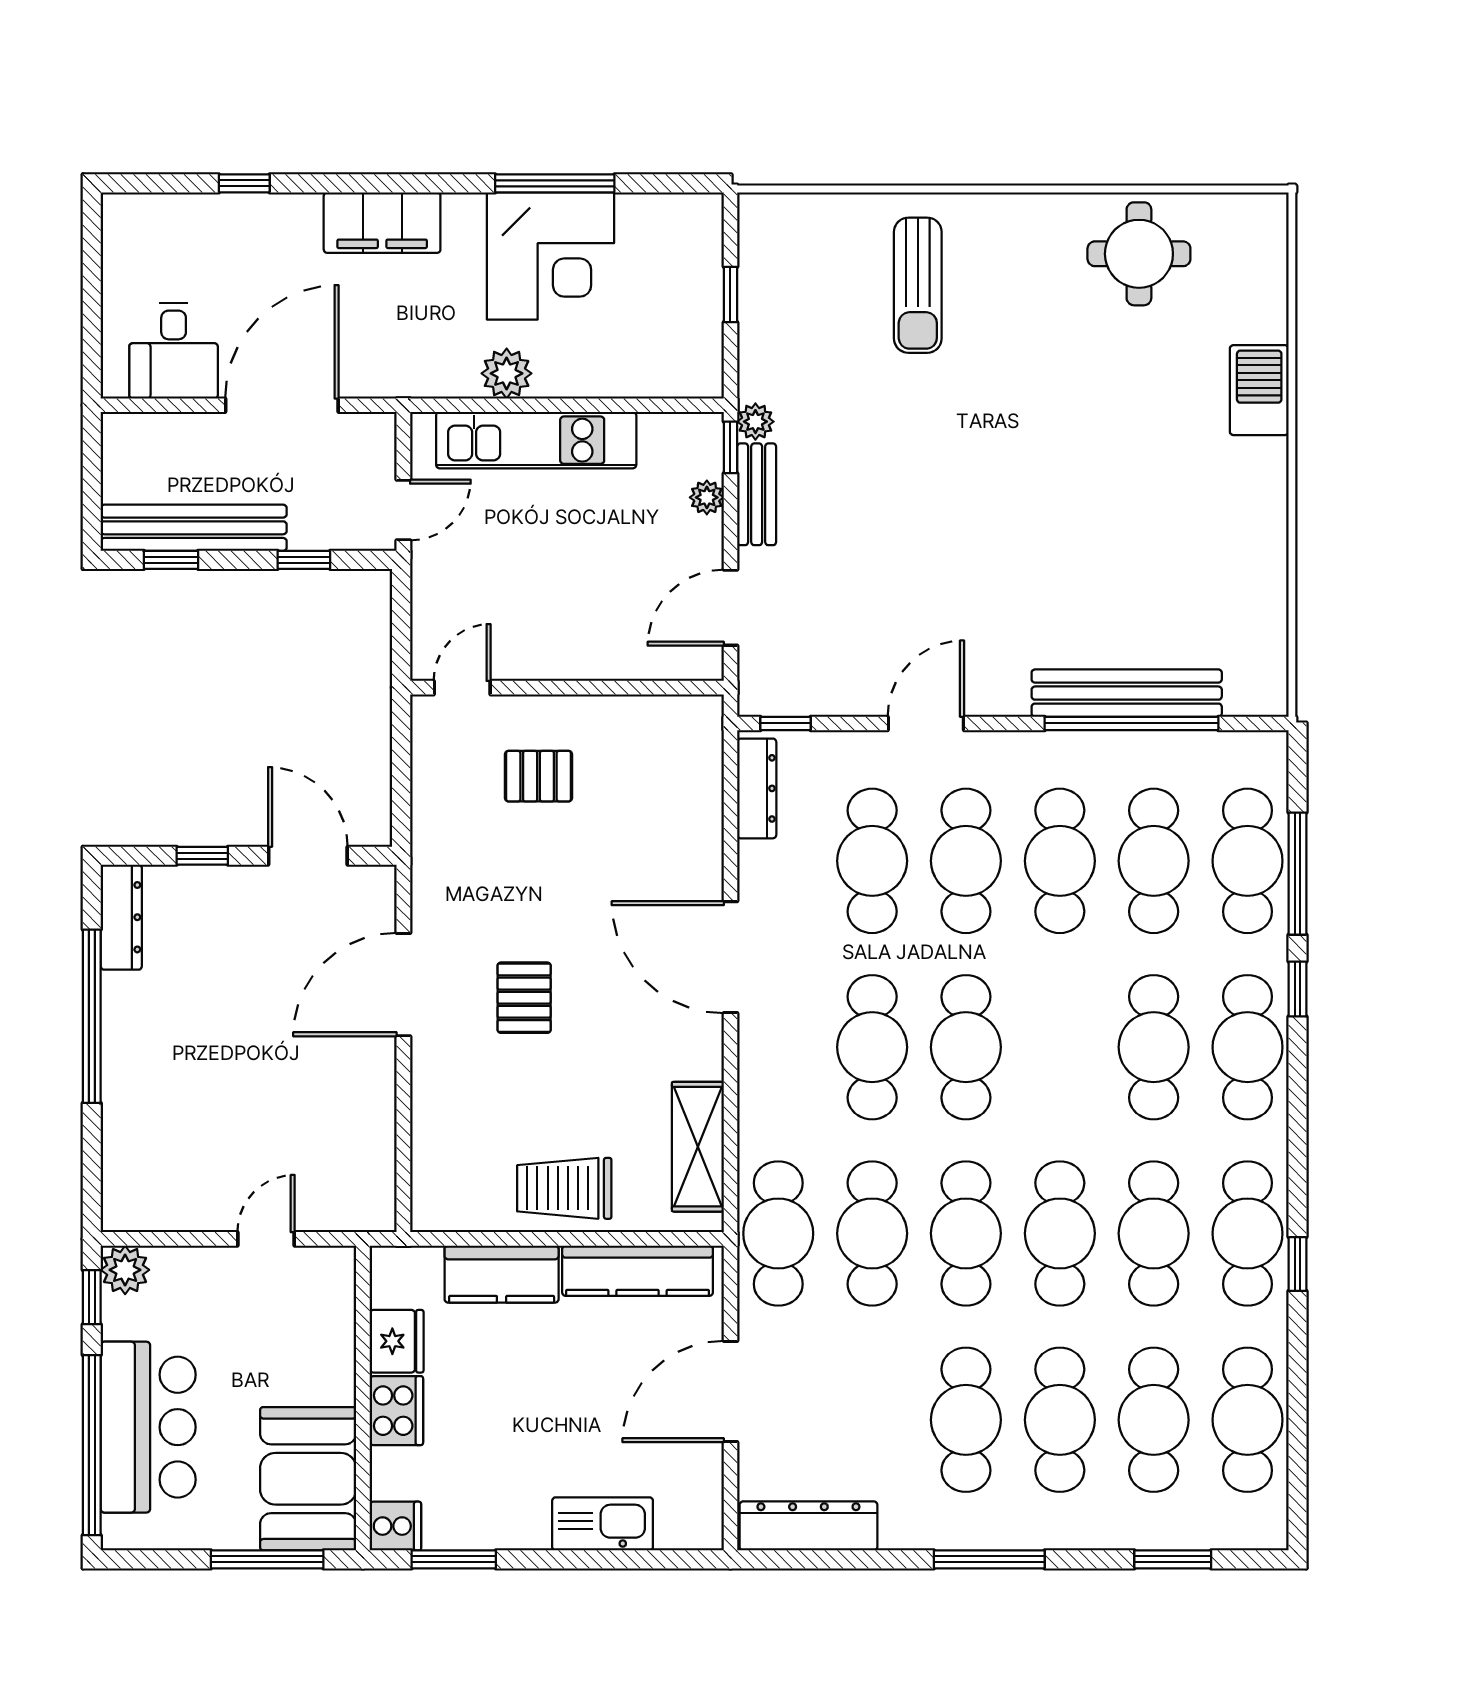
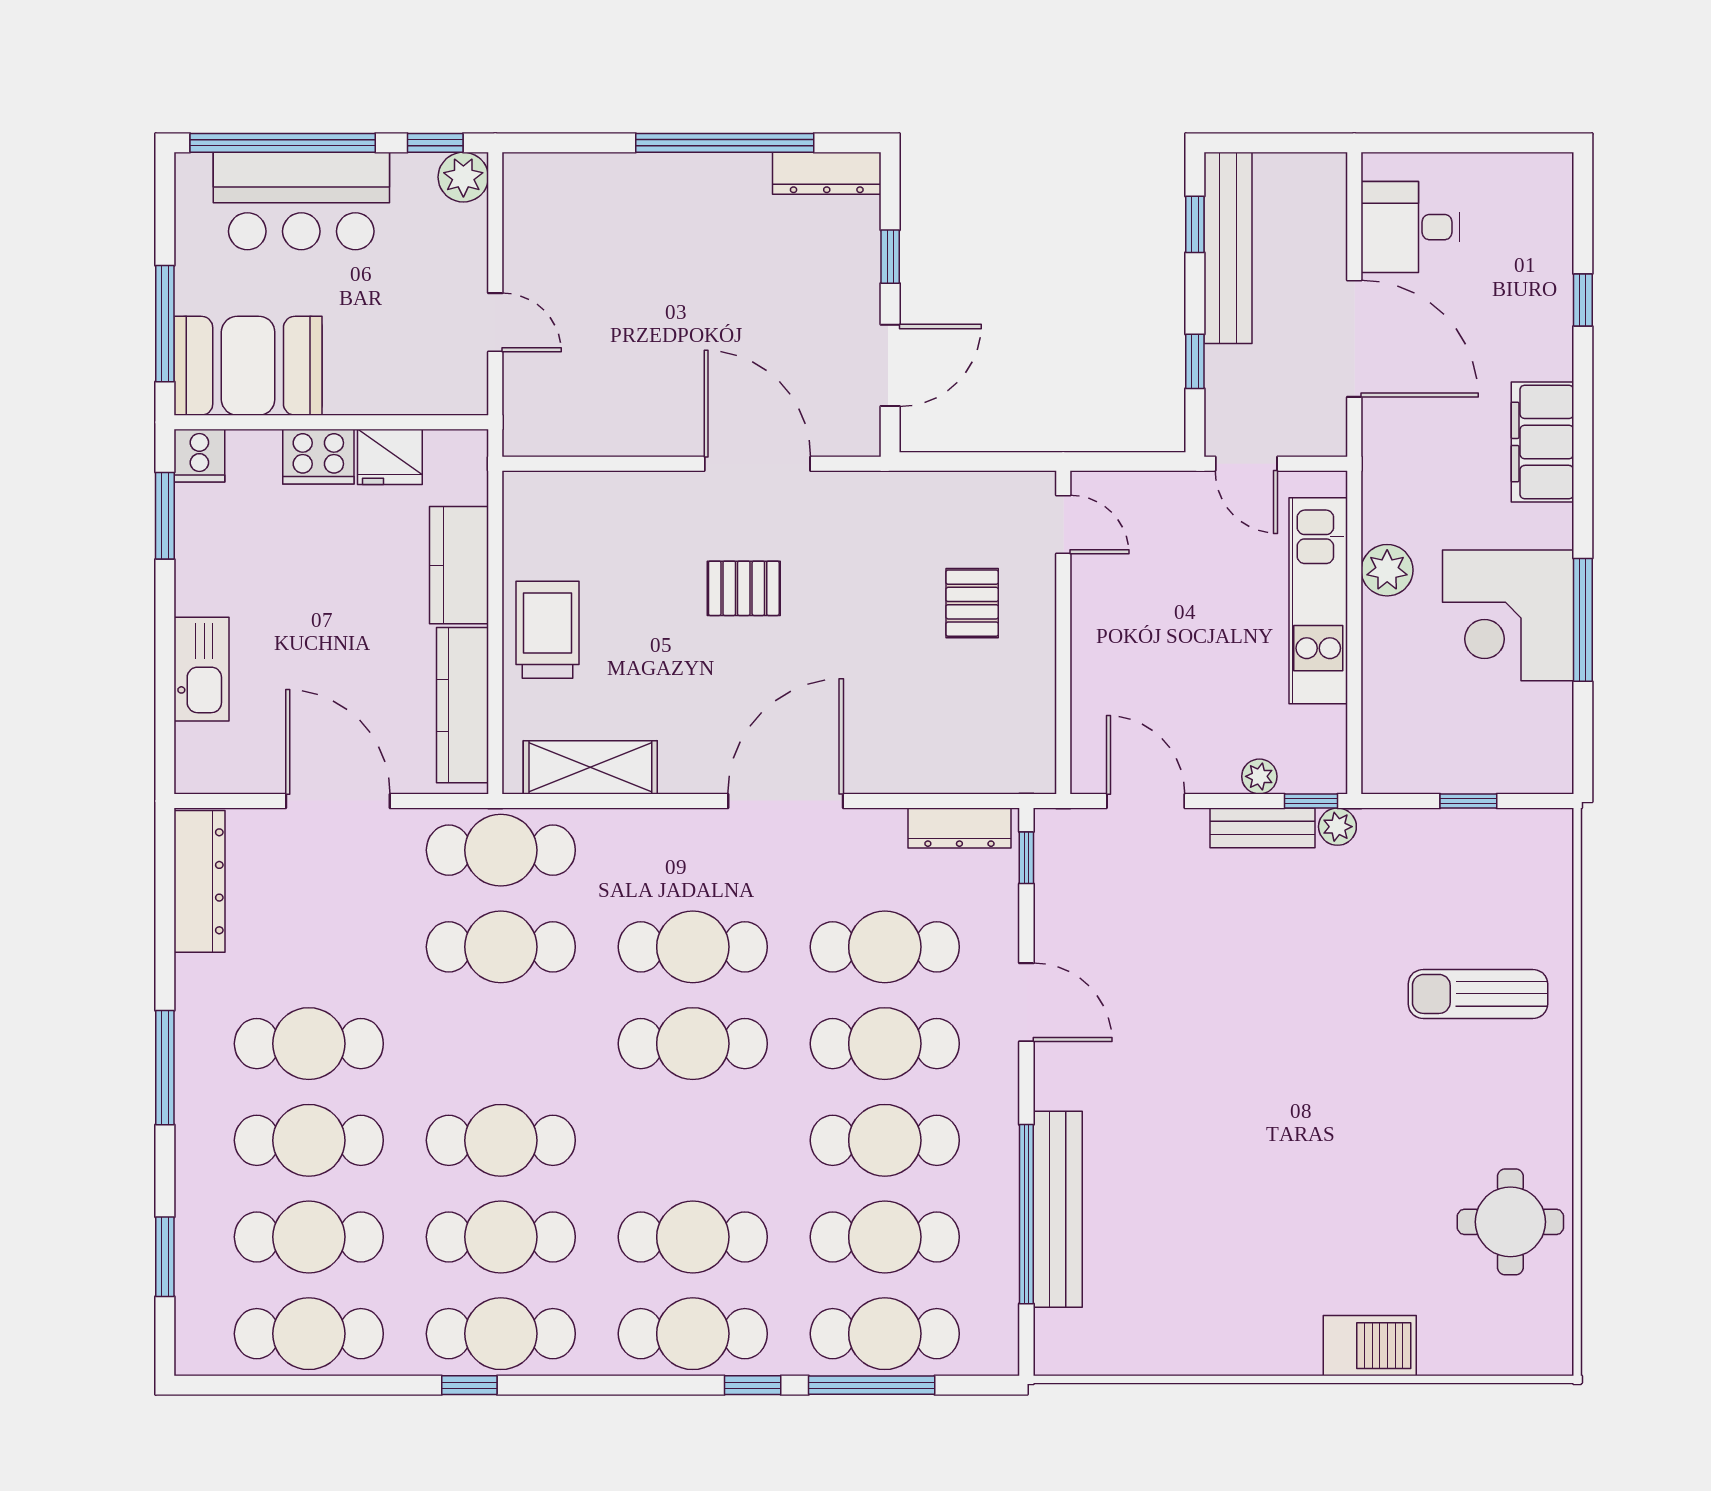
cafe table: (966, 1233) -> (501, 1044), removed

